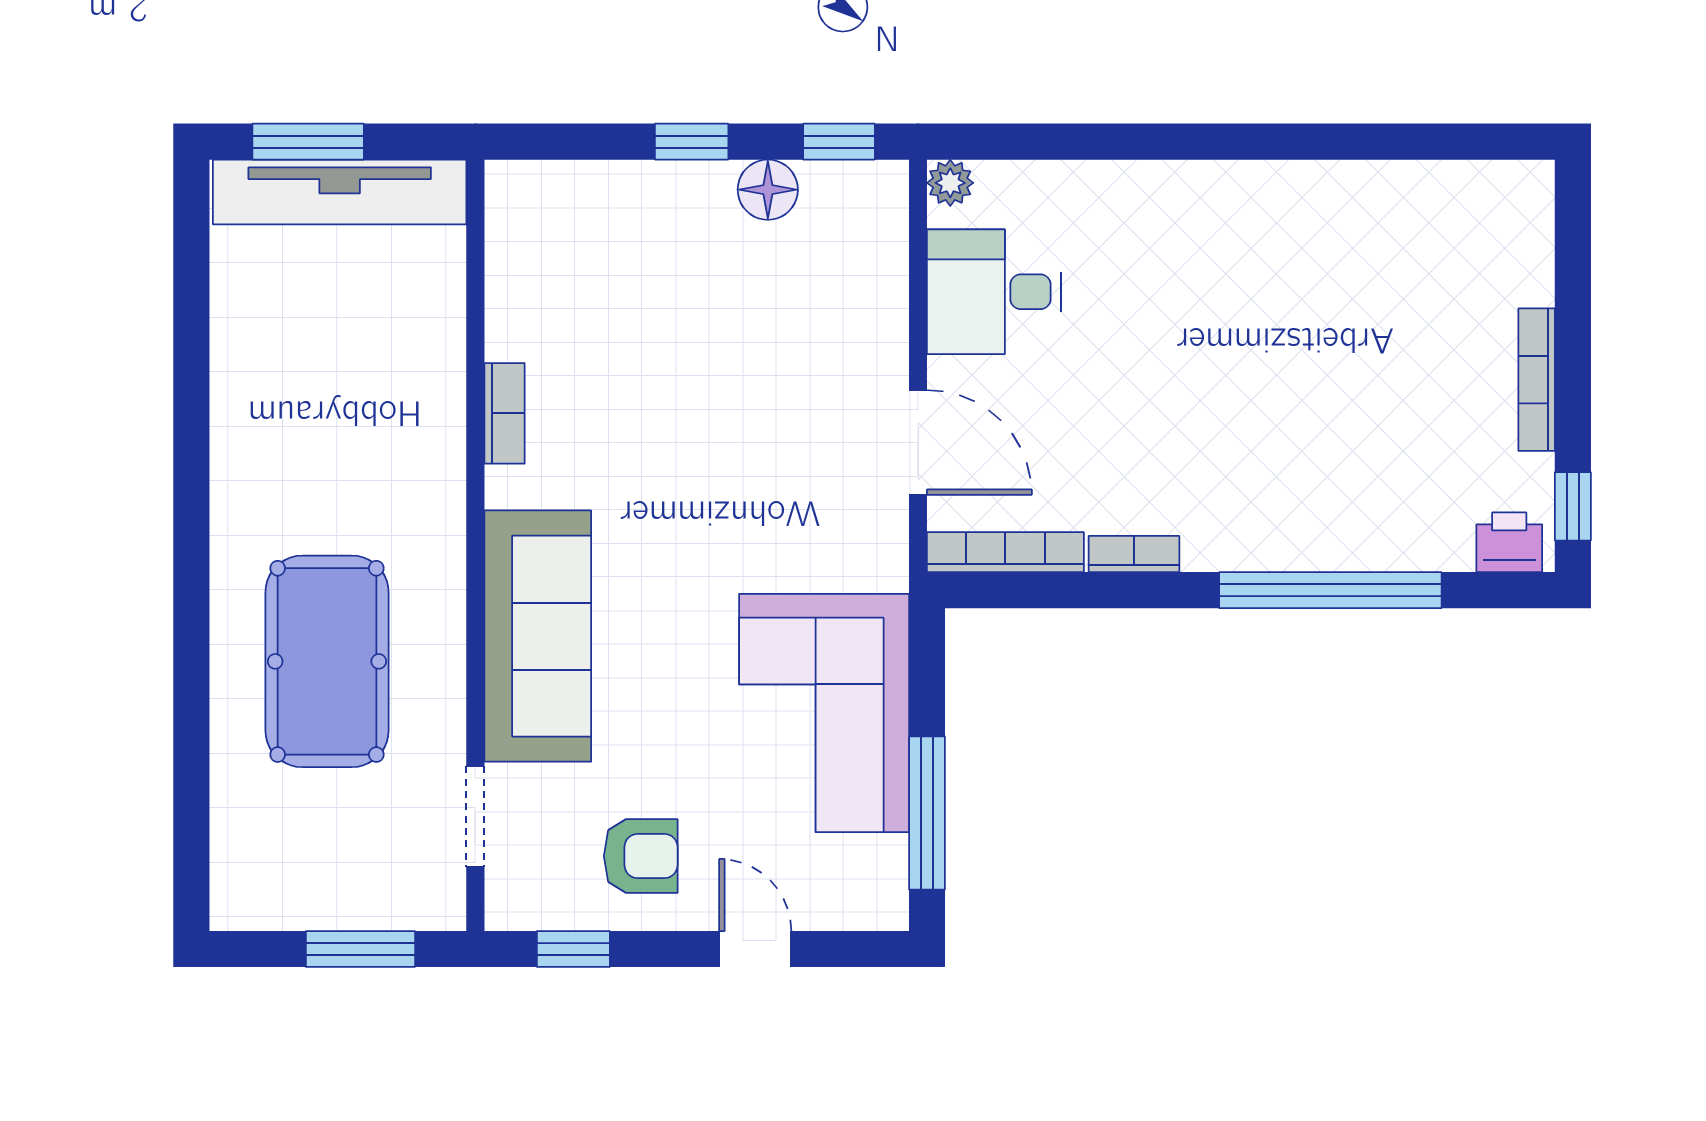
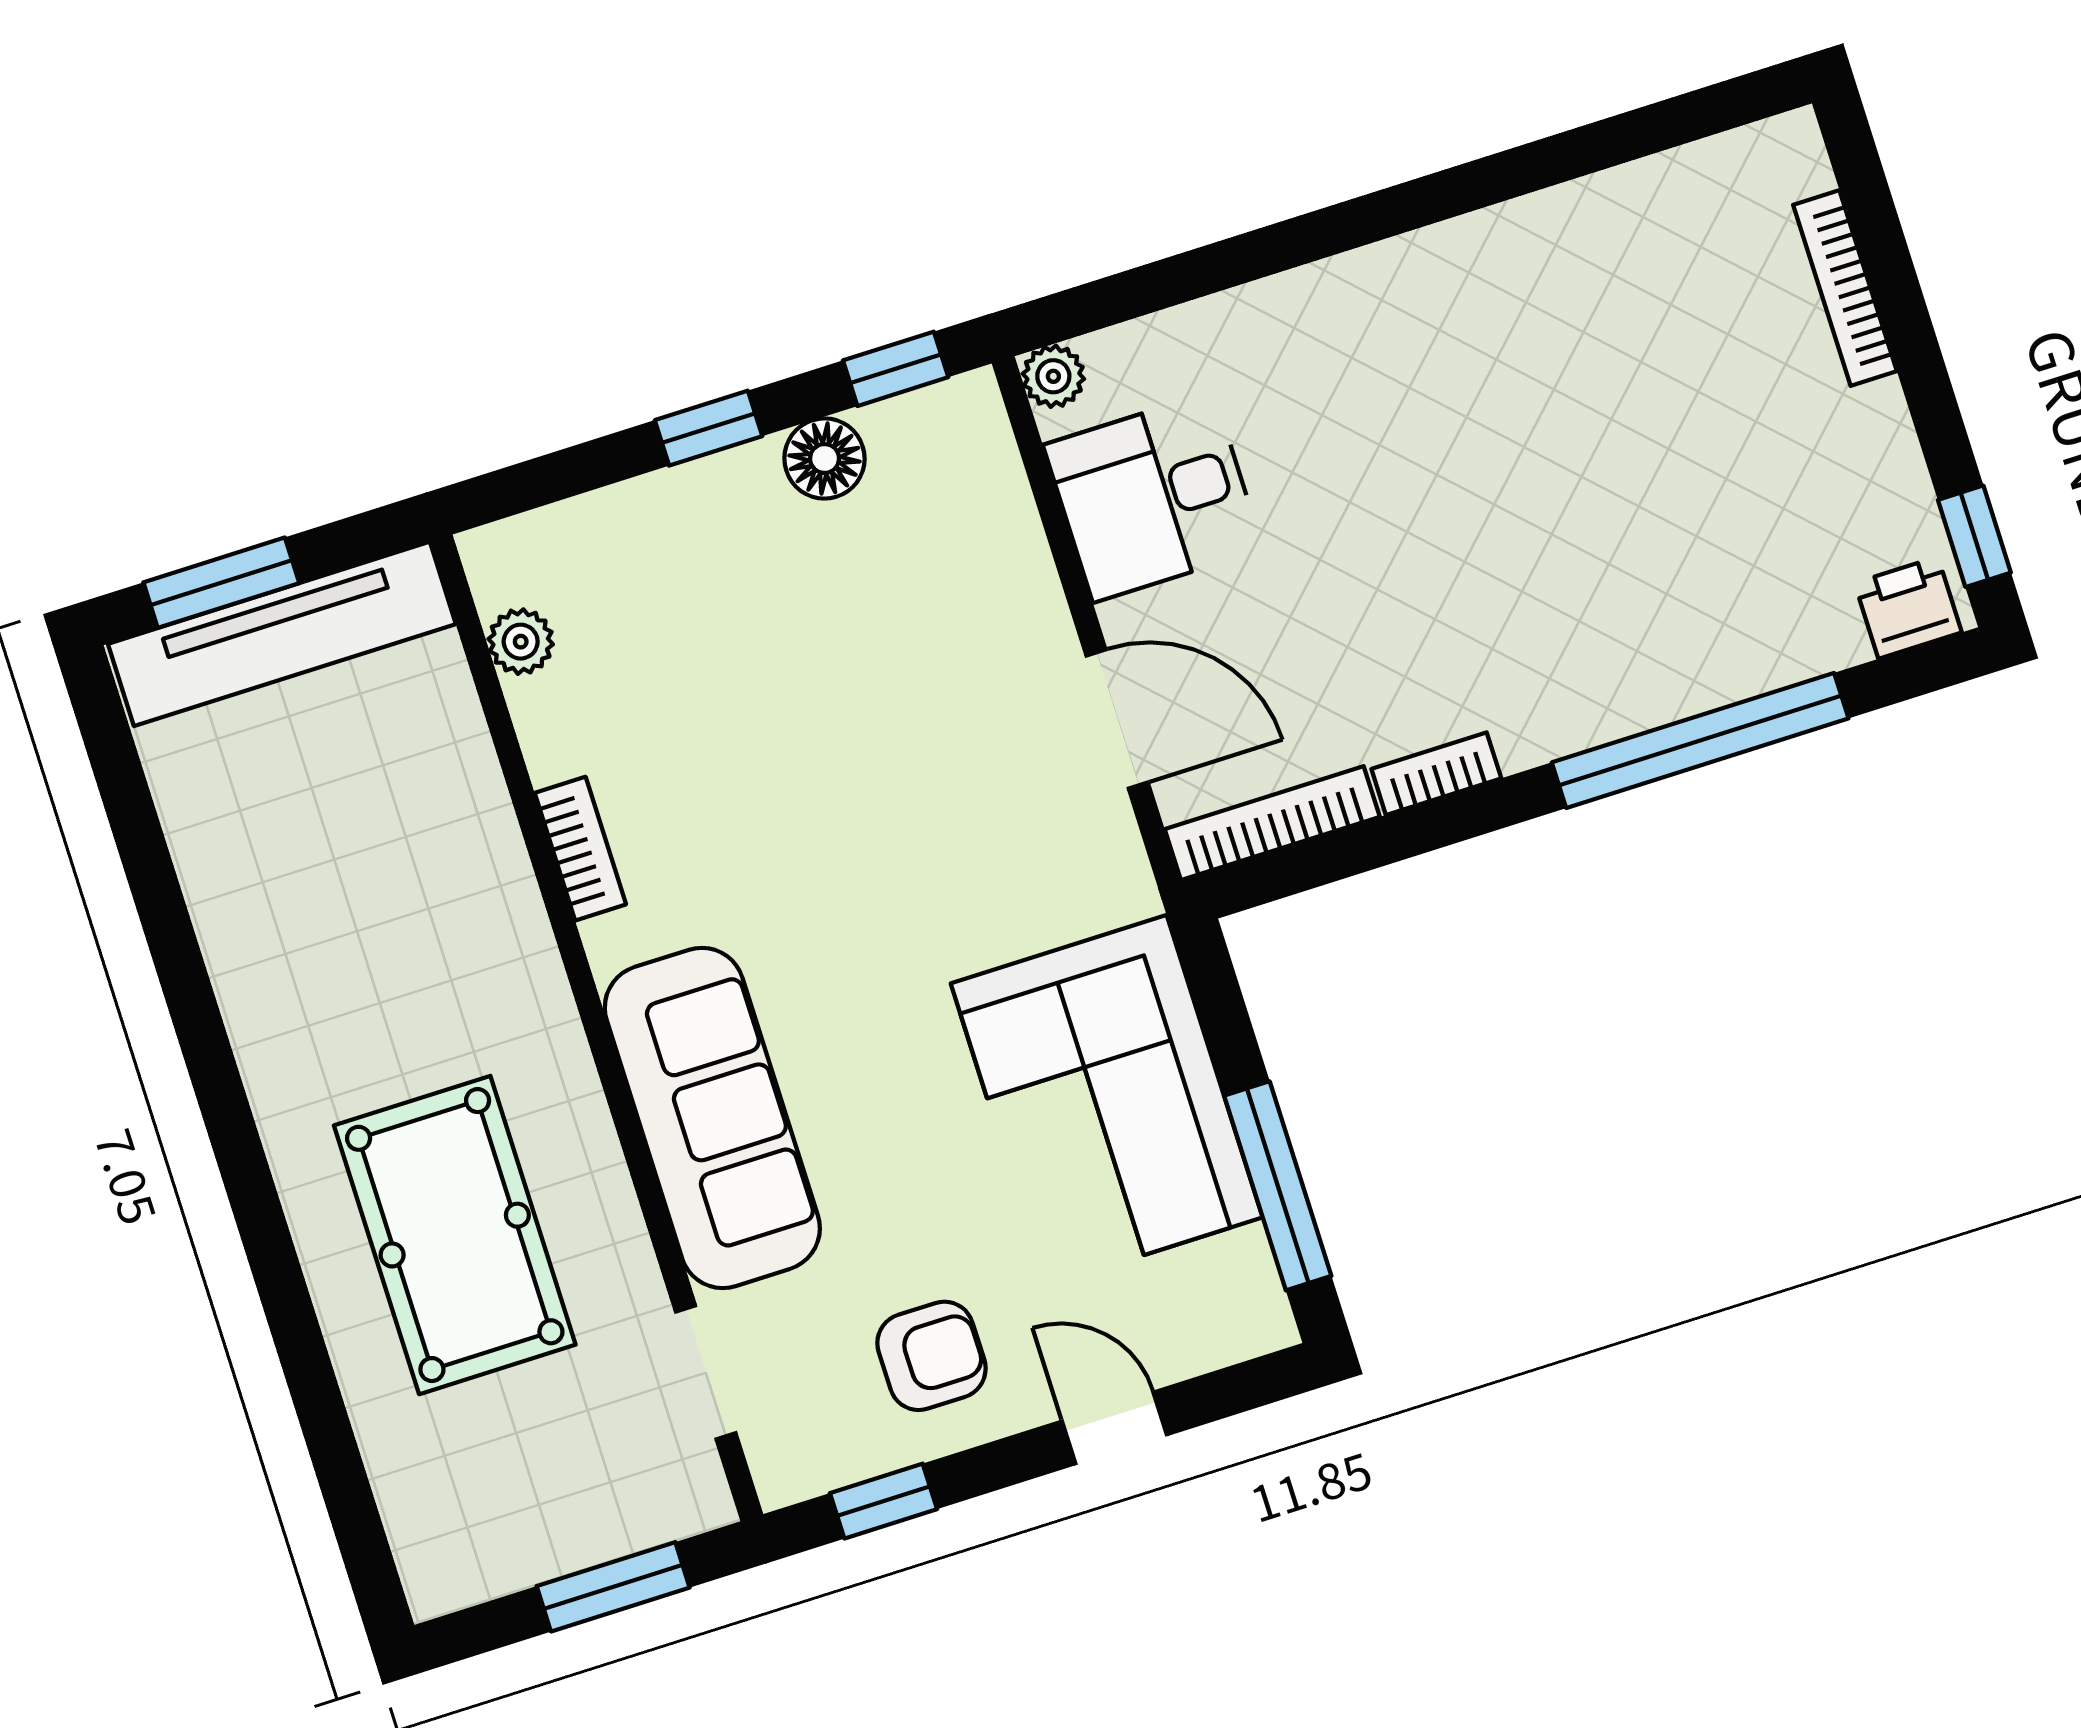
plant: (509, 252) -> (521, 642), added
bookcase: (1537, 380) -> (1845, 288), moved

